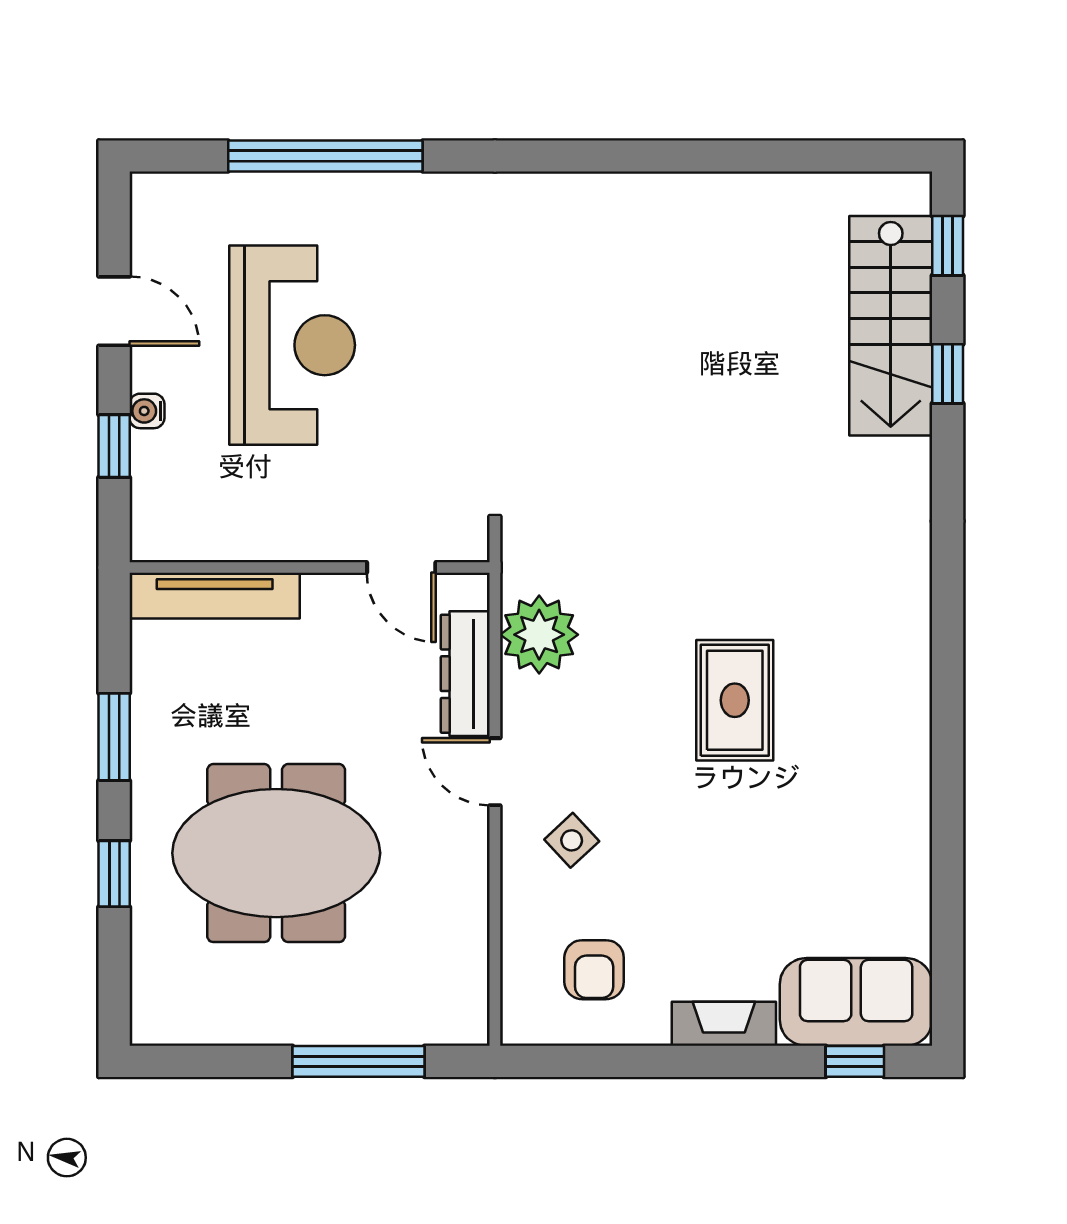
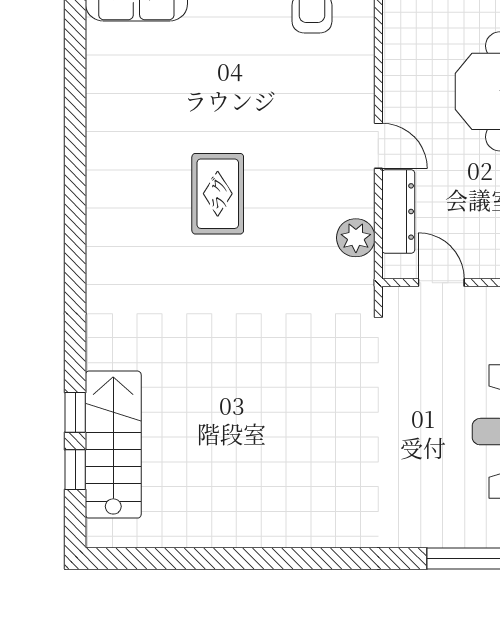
window: (948, 246) -> (75, 470), moved
plant: (539, 635) -> (356, 238), width x0.73, depth x0.73
side table: (572, 840) -> (327, 100), removed

